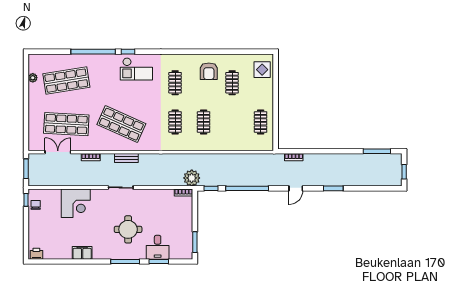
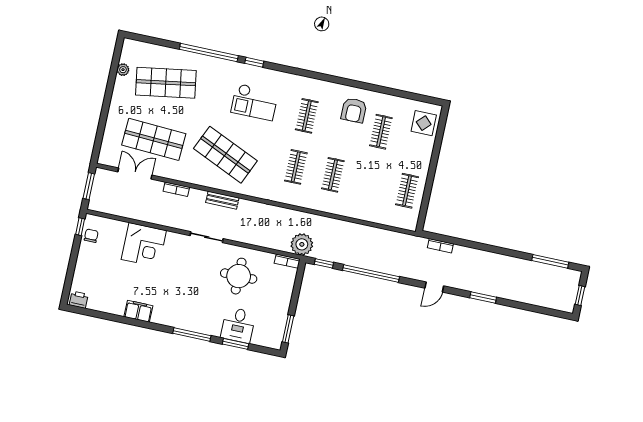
checkout: (136, 69) -> (255, 102), moved
round table: (128, 229) -> (239, 276), moved

